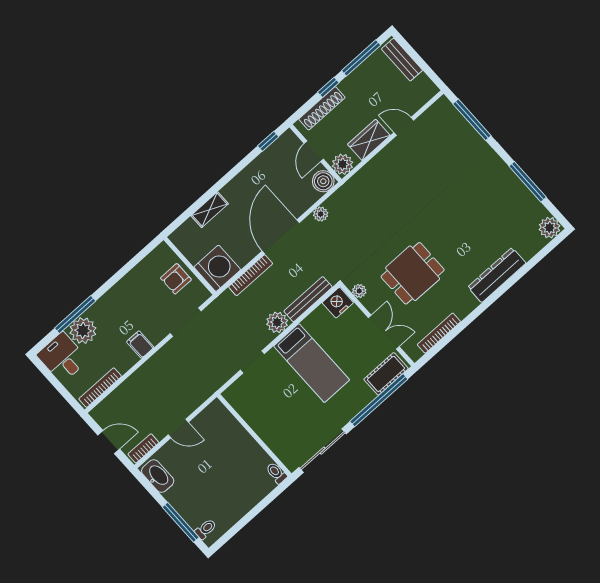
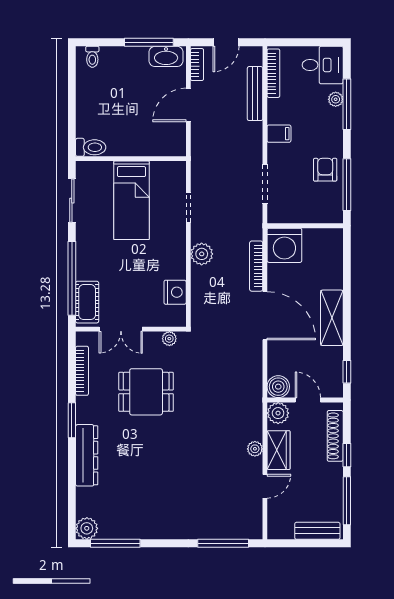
window: (528, 182) -> (115, 543), moved
shelving: (210, 210) -> (332, 318), moved, width x1.50, depth x1.33
plant: (321, 214) -> (255, 449), moved
window: (133, 262) -> (347, 185), added
dining table: (413, 273) -> (146, 392), turned 90
armchair: (176, 279) -> (325, 170), moved
bench: (308, 299) -> (255, 94), moved
nightstand: (338, 303) -> (175, 292), moved
window: (481, 308) -> (72, 420), added
plant: (83, 331) -> (336, 99), width x0.53, depth x0.53
bed: (312, 363) -> (131, 200), moved, turned -90
door: (178, 429) -> (188, 105), width x1.38
sliding door: (323, 451) -> (72, 201), width x0.73
toilet: (276, 473) -> (91, 147), width x1.37, depth x1.39
window: (181, 522) -> (149, 42), moved

